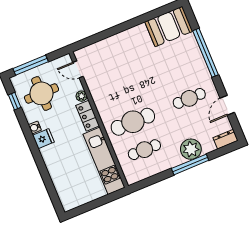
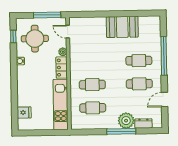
booth: (169, 27) -> (122, 27), moved
window: (31, 65) -> (47, 15), moved
cafe table: (178, 71) -> (139, 61), added
cafe table: (133, 122) -> (92, 85), width x0.73, depth x0.74
fridge: (43, 139) -> (24, 112), moved
dresser: (226, 139) -> (143, 123), moved

